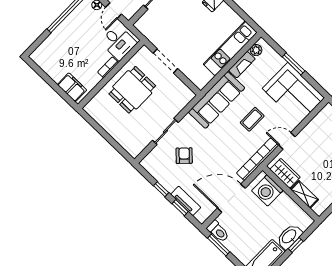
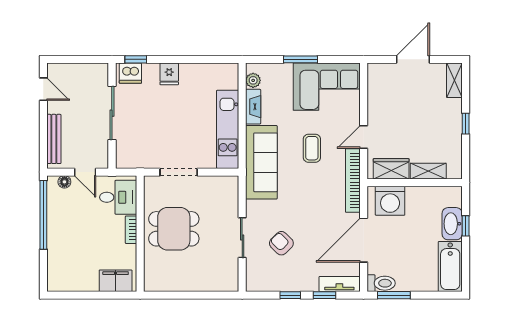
kitchen unit: (230, 48) -> (228, 129), moved
dining table: (132, 90) -> (174, 229), turned 90
tv unit: (186, 201) -> (339, 284), moved

